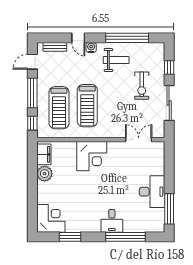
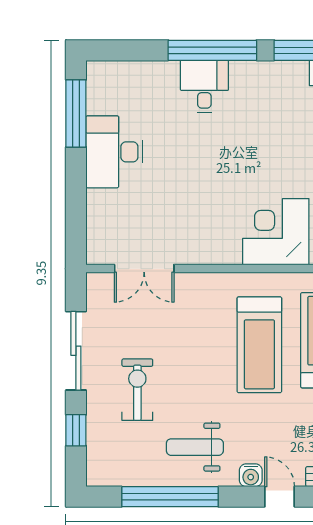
treadmill: (87, 106) -> (259, 345), turned 180
corner desk: (92, 156) -> (276, 232), moved
window: (126, 237) -> (212, 50), moved

